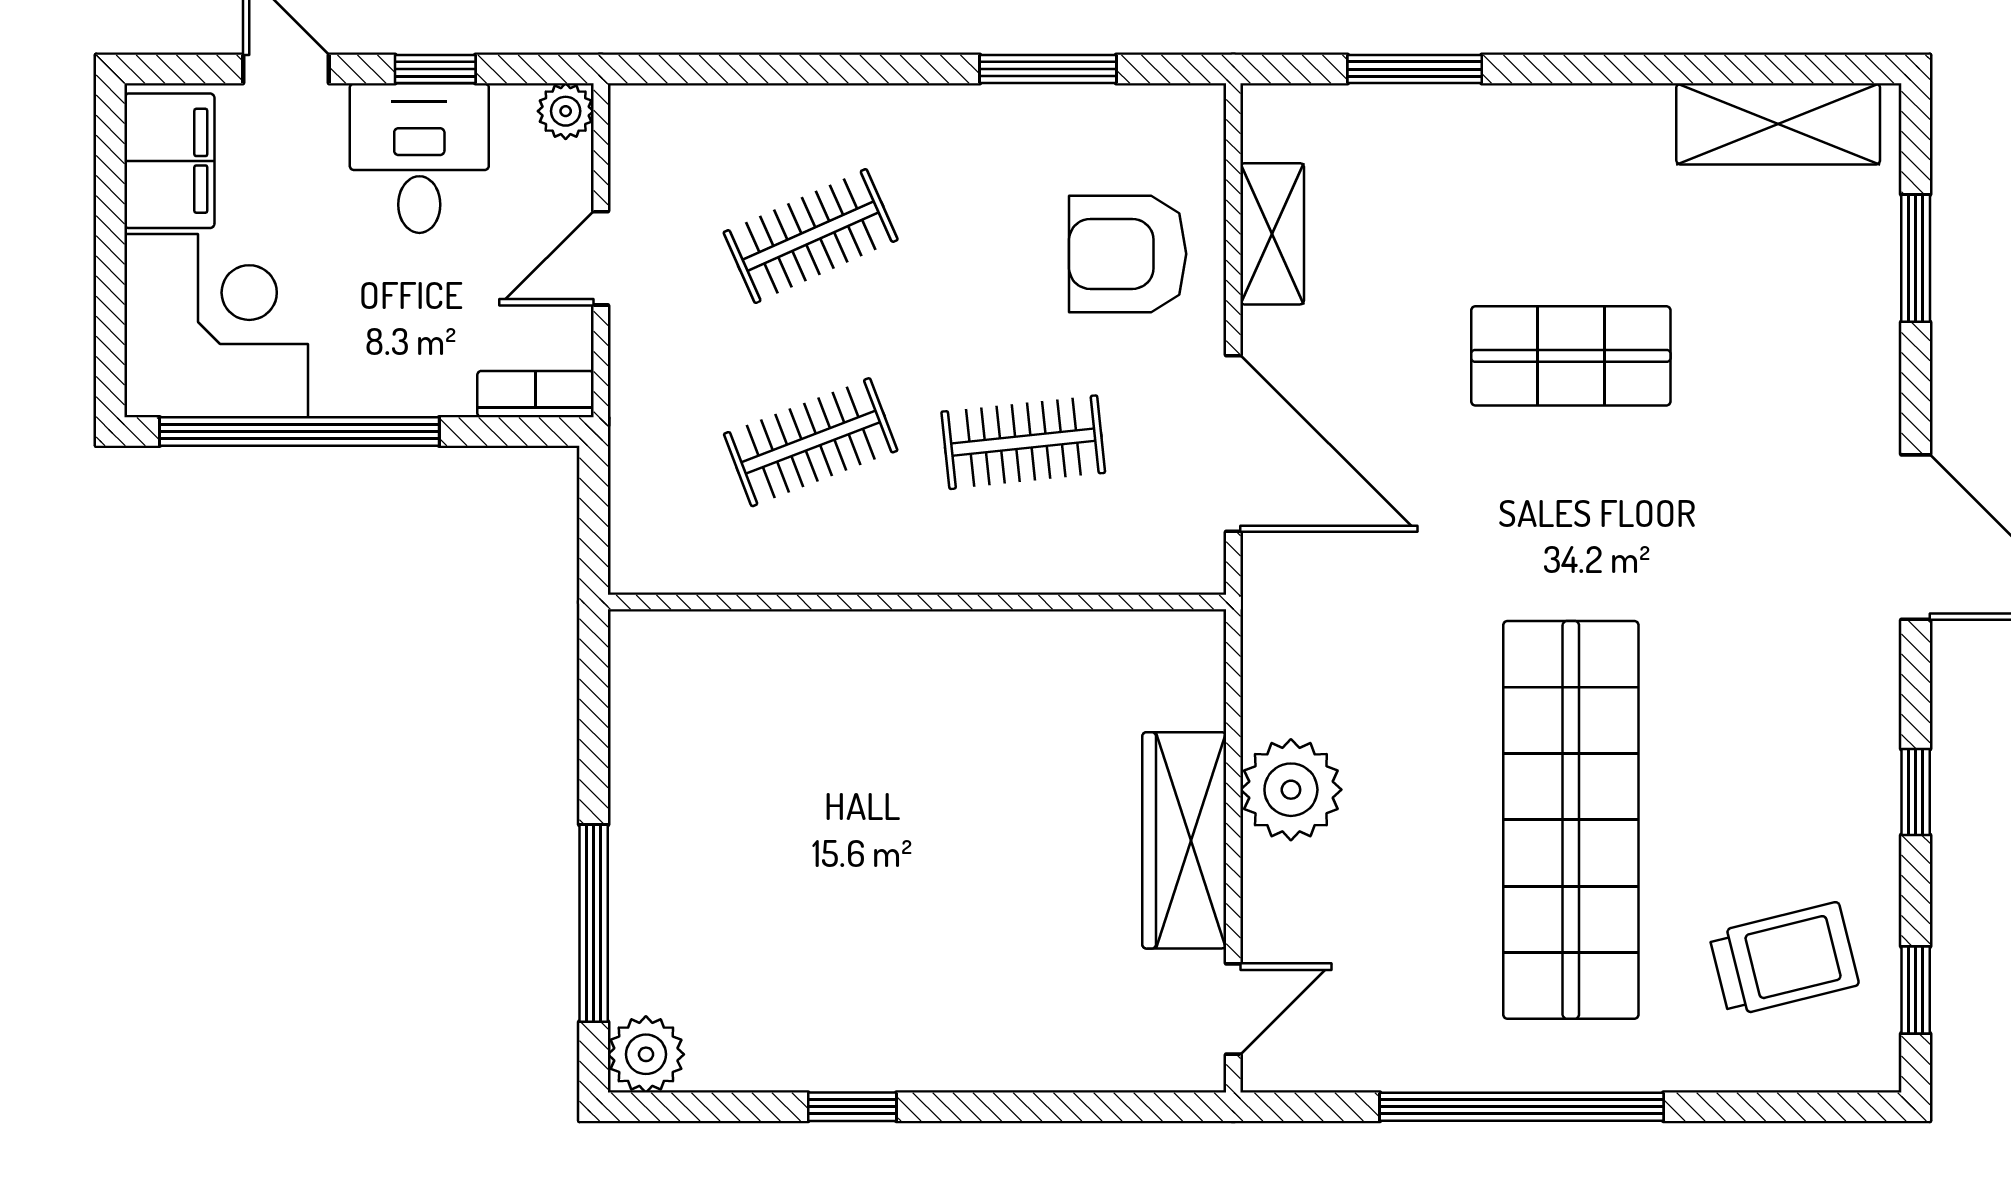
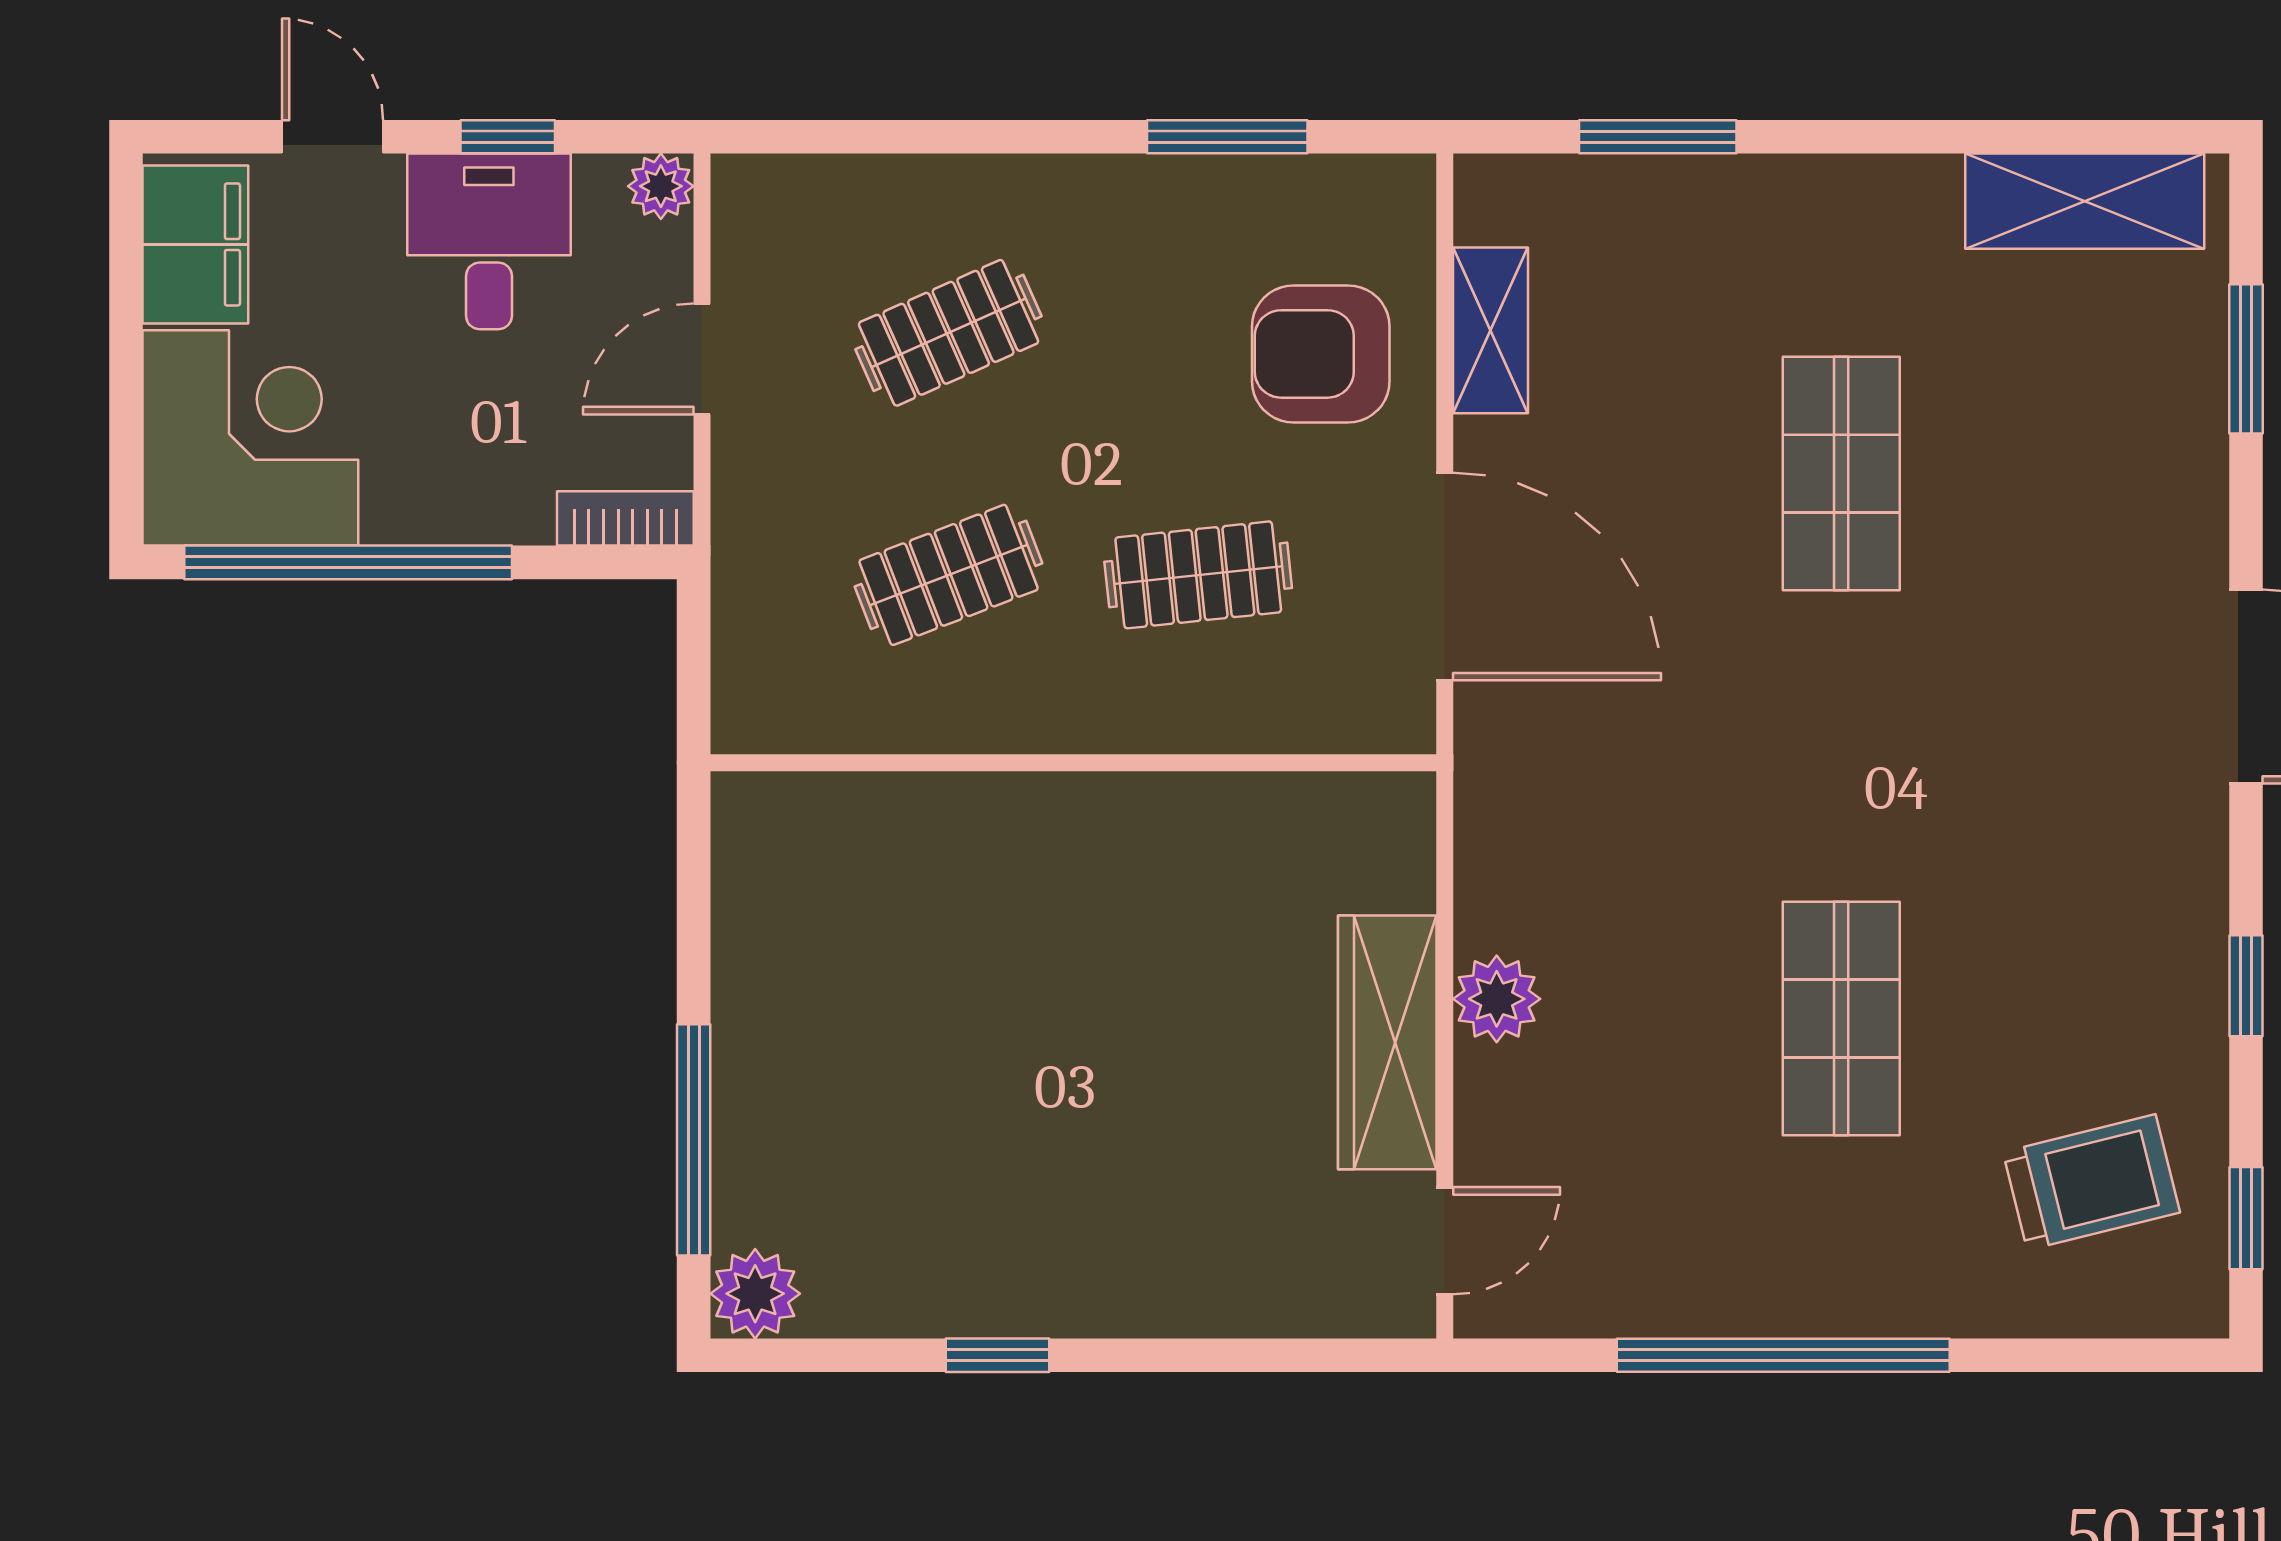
shop shelf: (1571, 356) -> (1841, 474), turned 90
plant: (1291, 790) -> (1497, 999), width x0.73, depth x0.73
shop shelf: (1571, 820) -> (1841, 1018), width x0.50, depth x0.74

